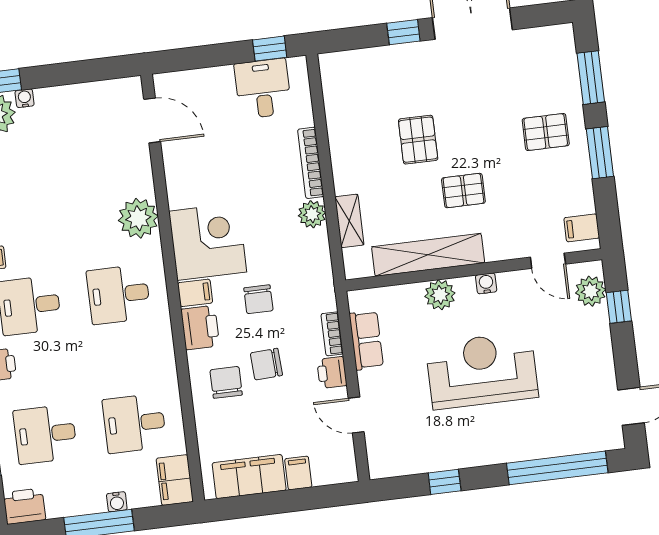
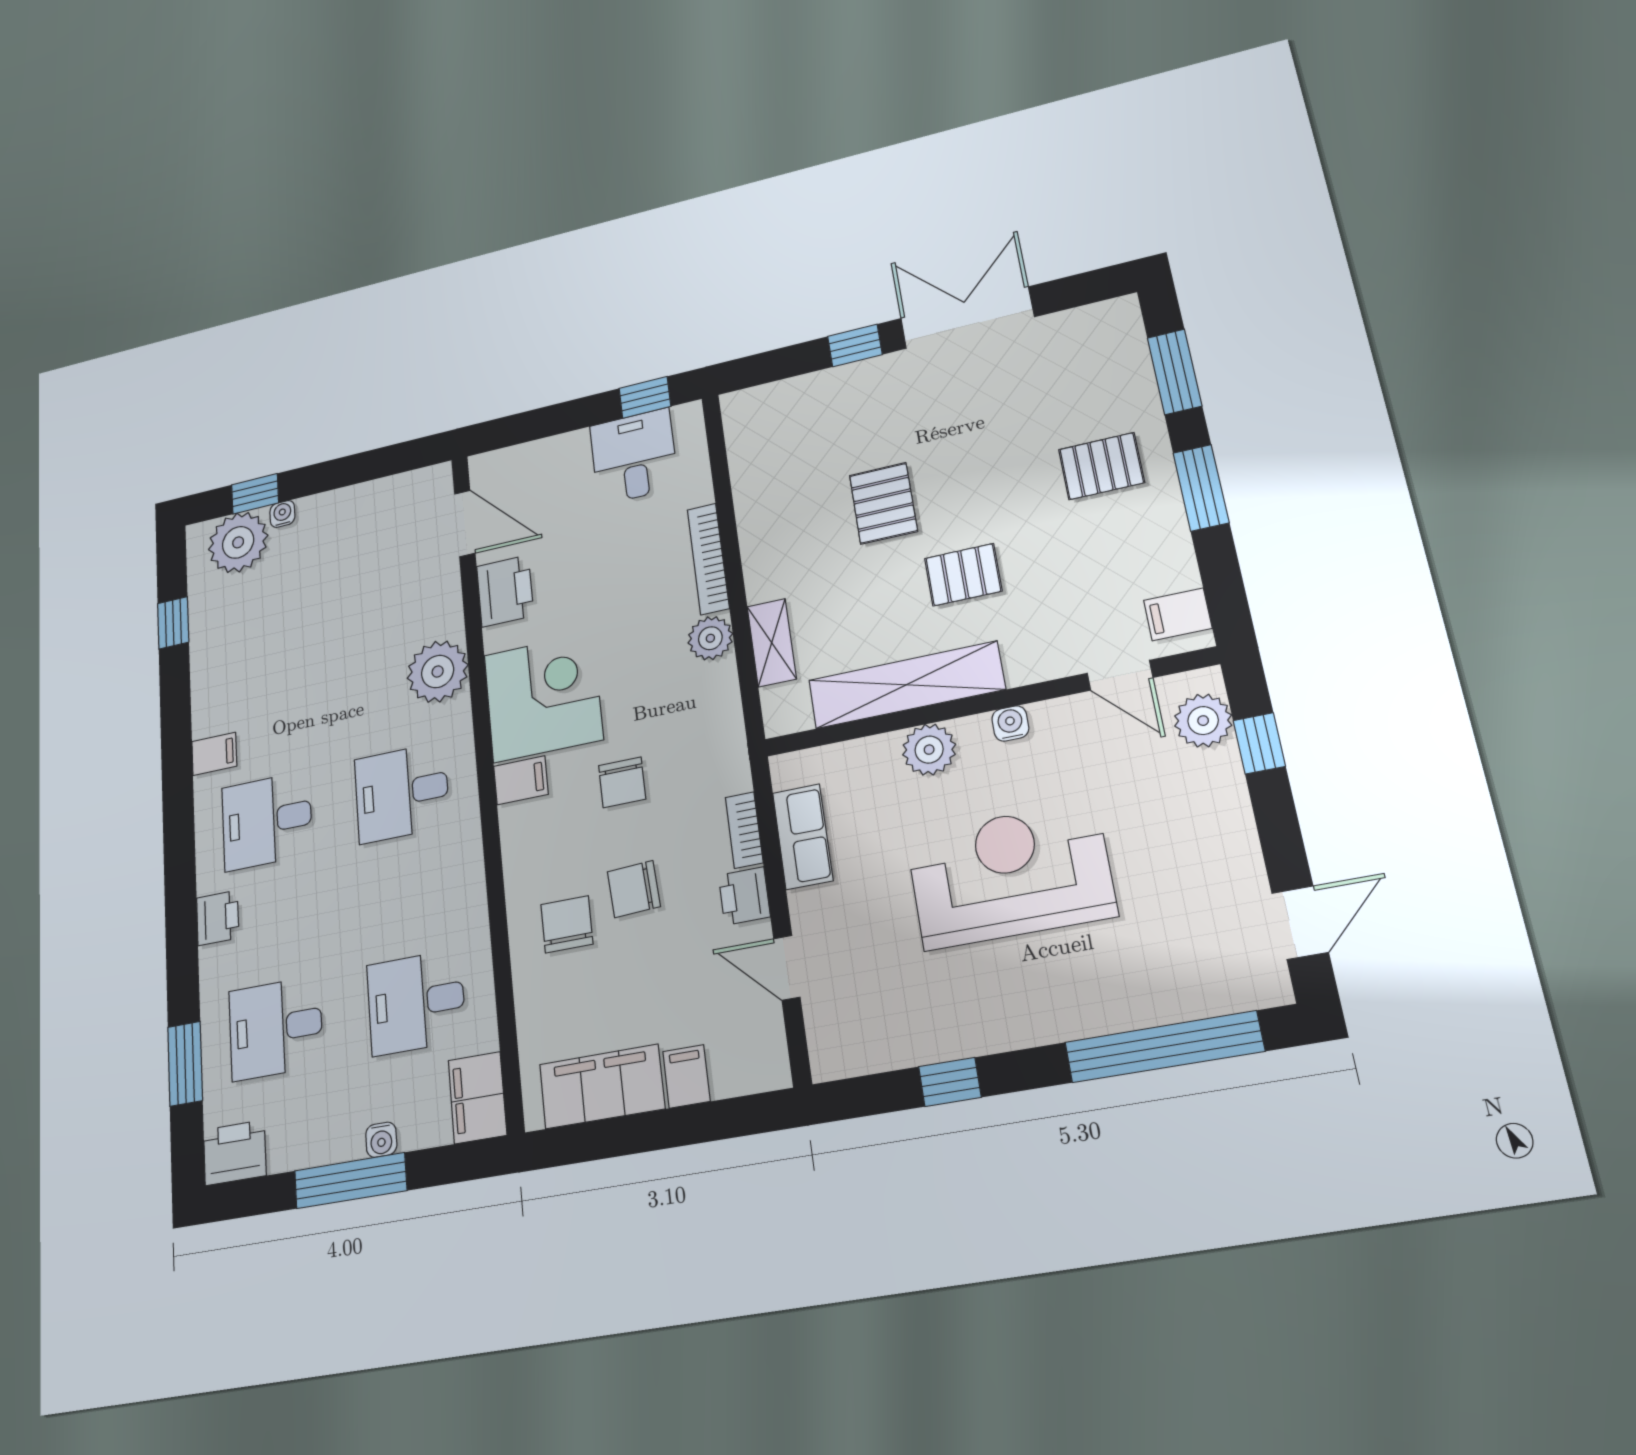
printer: (200, 328) -> (505, 591), moved

